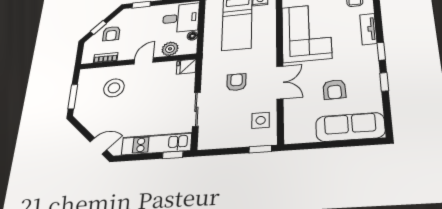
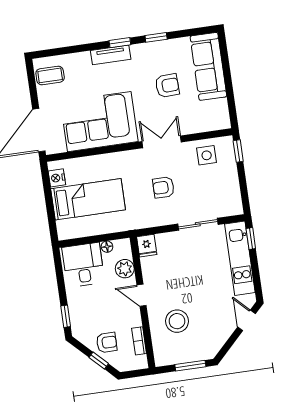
tv unit: (368, 29) -> (111, 55), moved

